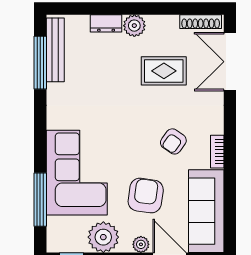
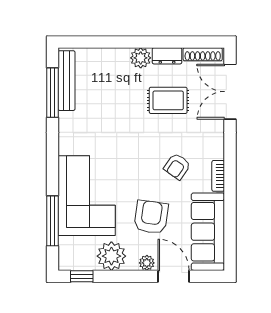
dresser: (106, 23) -> (167, 56), moved

